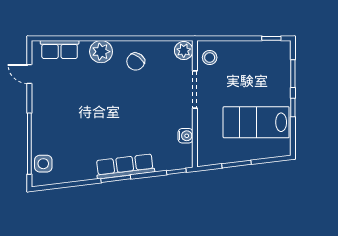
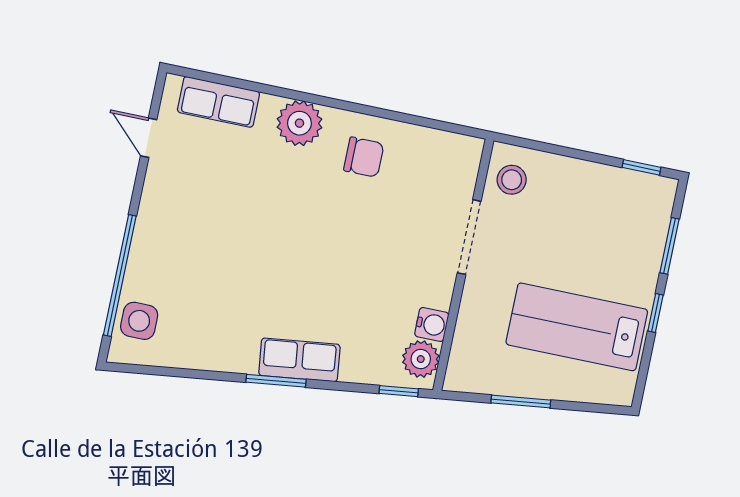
plant: (184, 51) -> (421, 359), moved
chair: (136, 62) -> (364, 157), turned -127
row of seats: (125, 166) -> (299, 360), width x0.68

